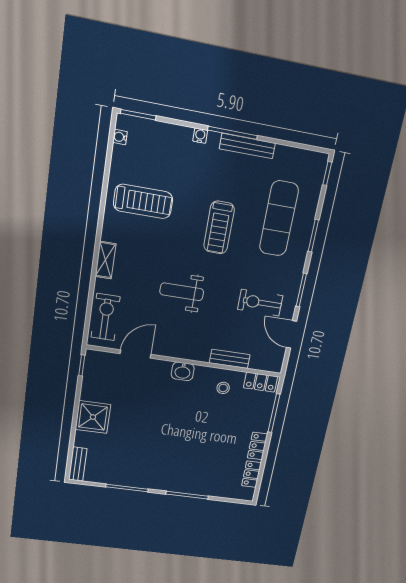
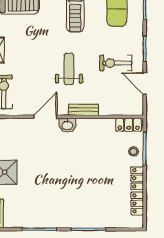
weight bench: (182, 292) -> (69, 69), moved, turned 90
door: (136, 354) -> (45, 117), moved
bench: (230, 359) -> (83, 110), moved
stool: (223, 388) -> (133, 151), moved

